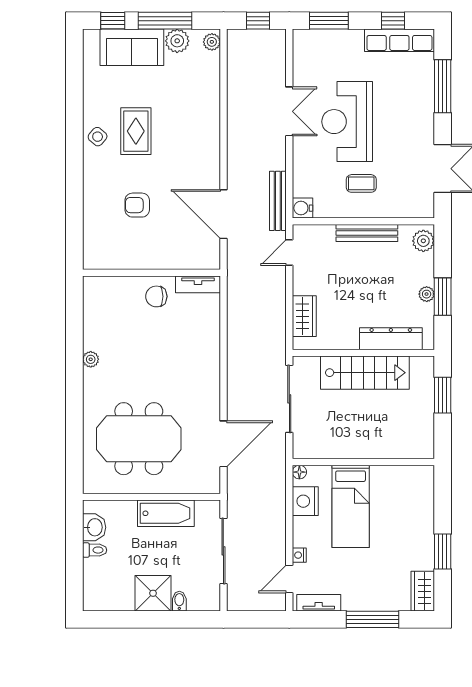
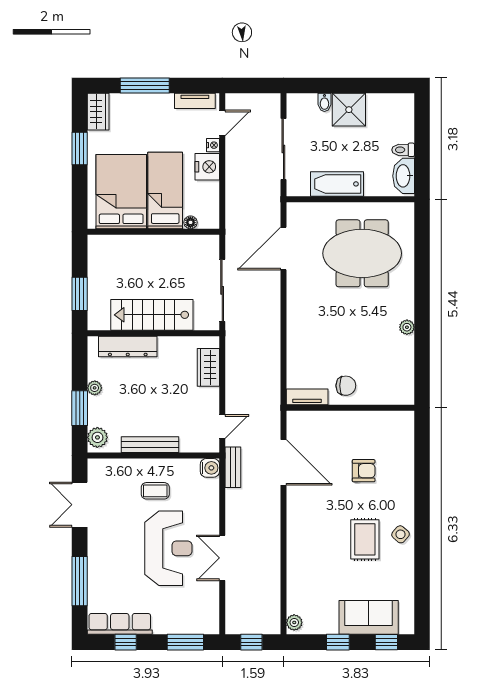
window: (165, 21) -> (338, 642), width x0.46
plant: (177, 41) -> (326, 623), removed
bench: (278, 201) -> (233, 467), width x0.73
window: (443, 297) -> (80, 408), moved
floor lamp: (299, 472) -> (190, 222), moved
nightstand: (305, 501) -> (207, 167), moved
bed: (398, 505) -> (121, 192), added
washbasin: (94, 527) -> (404, 176), width x1.38

